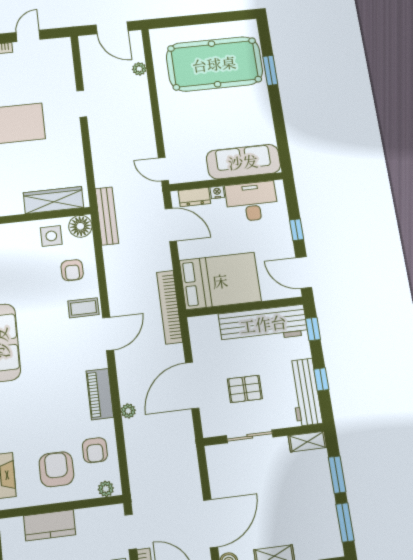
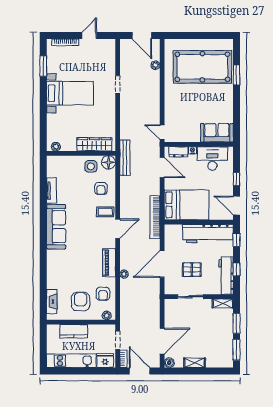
sofa: (243, 162) -> (217, 133), width x0.73

